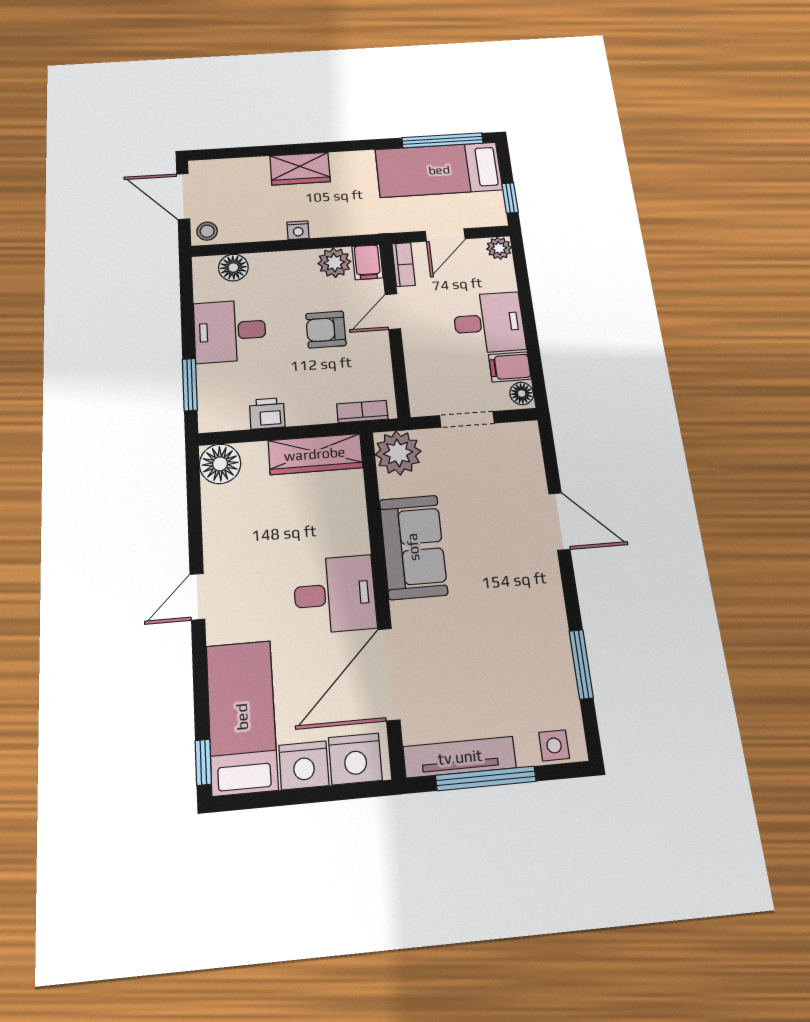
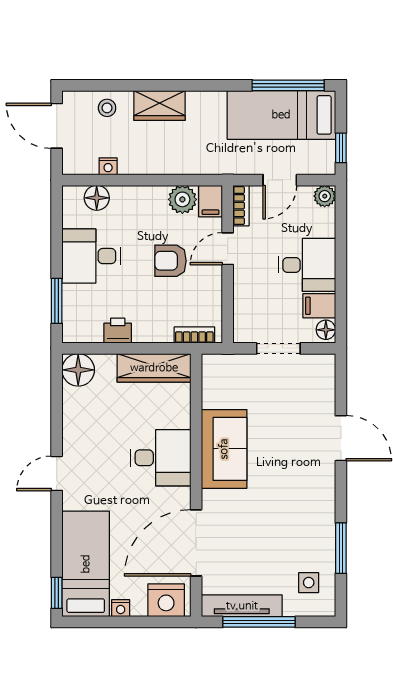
nightstand: (298, 230) -> (108, 166), moved
stool: (207, 231) -> (107, 108), moved
plant: (398, 453) -> (220, 372), removed
desk: (335, 594) -> (161, 458), moved
side table: (554, 745) -> (309, 583), moved
nightstand: (304, 765) -> (121, 608), width x0.53, depth x0.56

